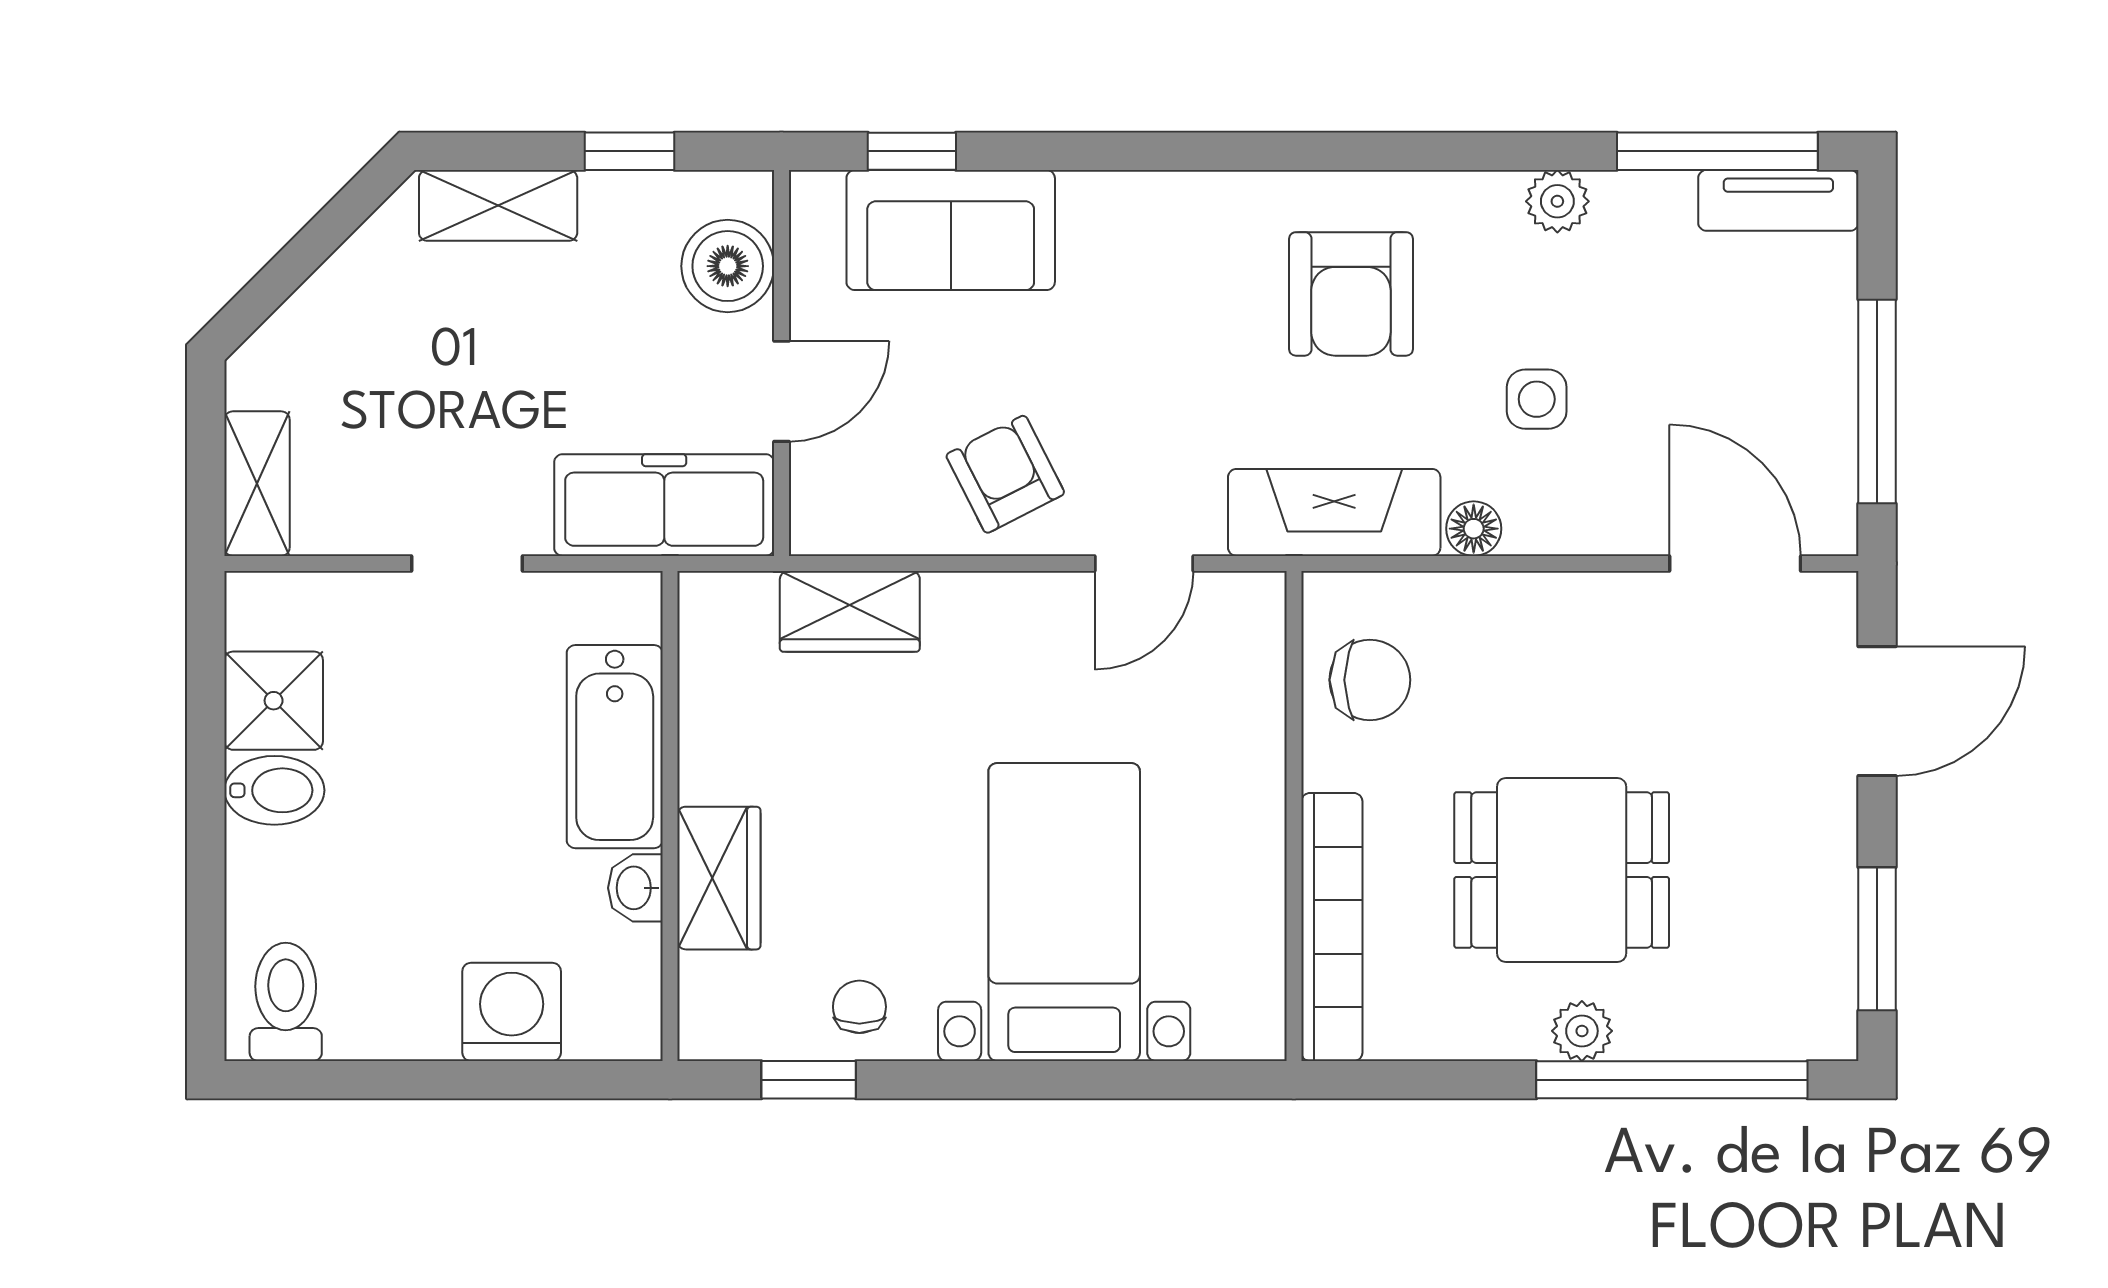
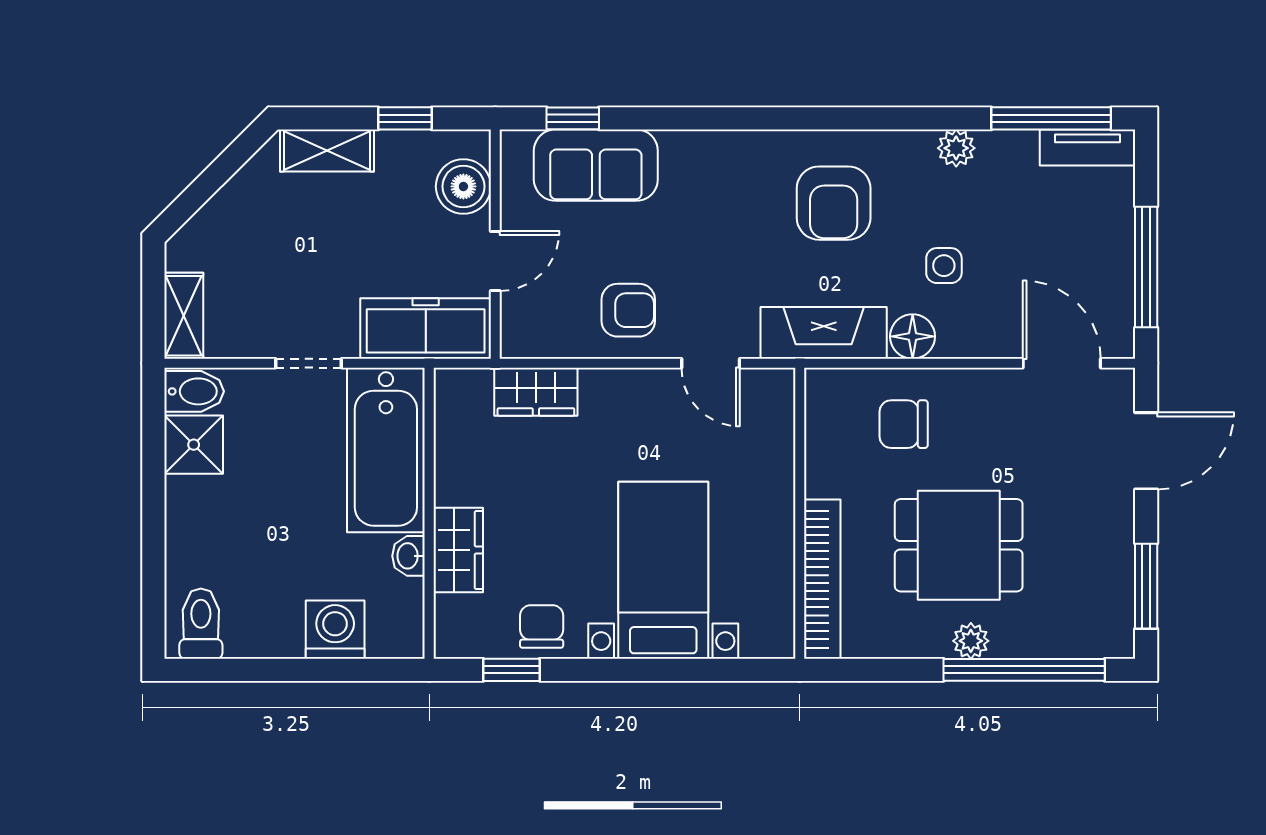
armchair: (1005, 474) -> (628, 310), turned 117
floor lamp: (1474, 529) -> (913, 336), width x1.37, depth x1.37
door: (1144, 563) -> (711, 363), hinge flipped
chair: (1370, 680) -> (904, 424), moved, turned 180
bathtub: (615, 747) -> (386, 450), width x1.36, depth x1.36
bidet: (274, 790) -> (194, 391), moved
chair: (859, 1007) -> (542, 627), width x1.37, depth x1.37

